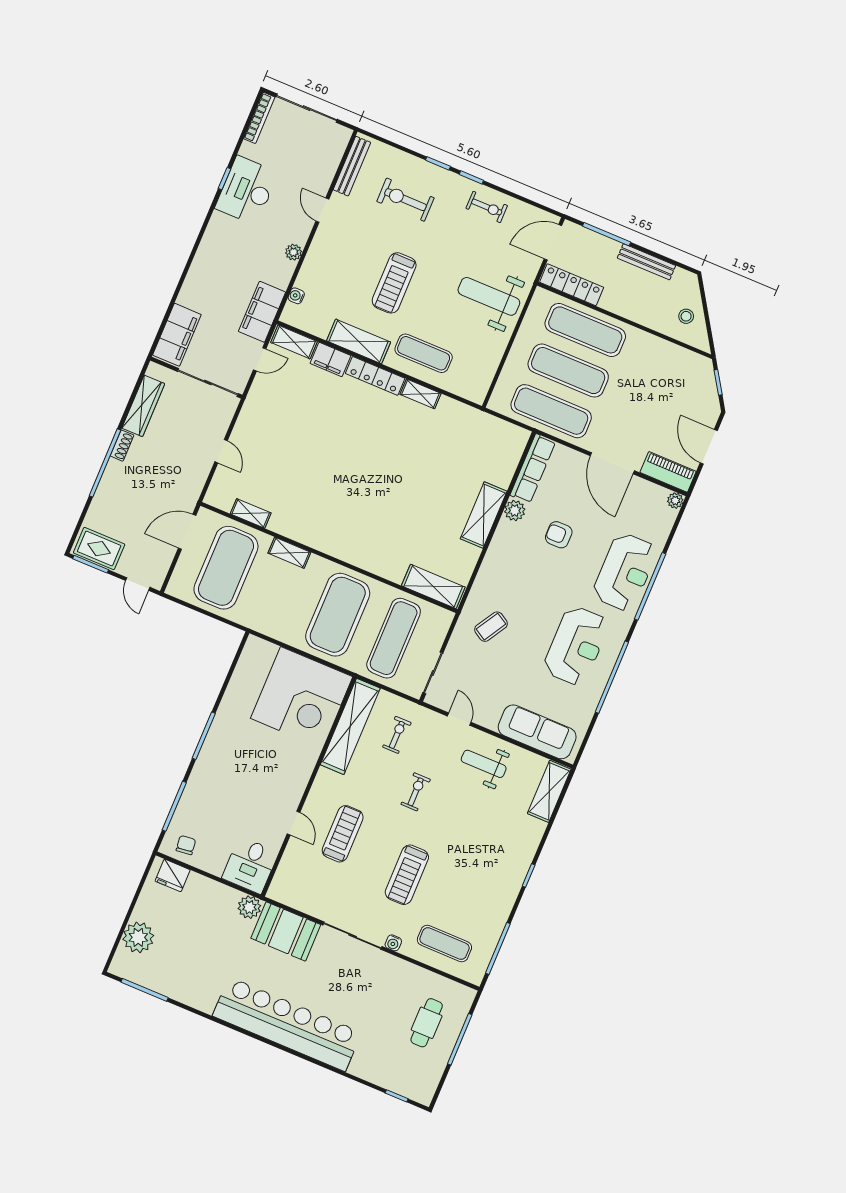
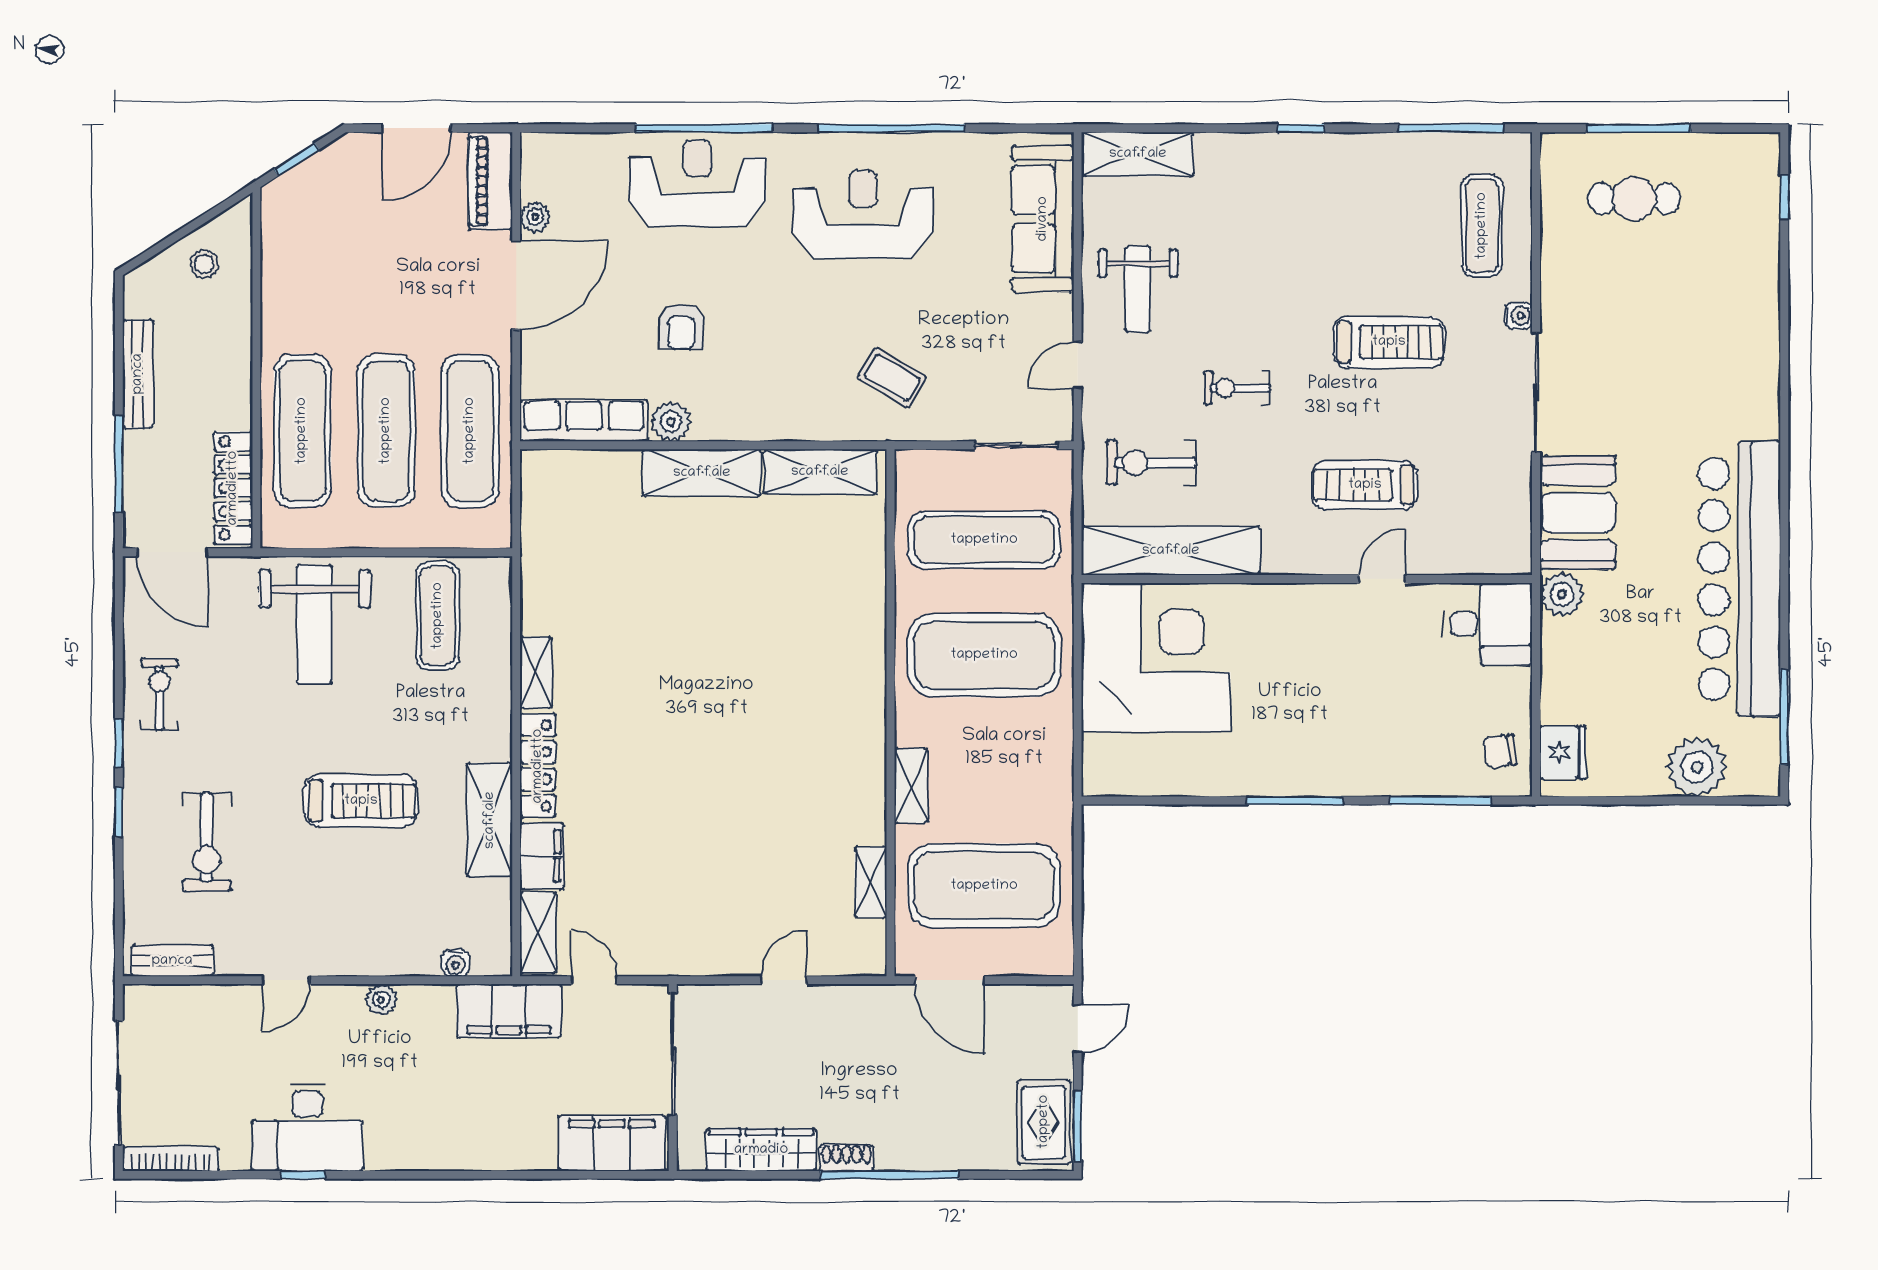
bench: (352, 166) -> (172, 961), width x0.73
exercise mat: (424, 353) -> (438, 616), moved
plant: (675, 501) -> (535, 217), moved
shelving: (433, 586) -> (820, 472), moved, turned 90
exercise bike: (397, 735) -> (1151, 463), width x1.38, depth x1.39
bar counter: (287, 1024) -> (1739, 579), moved

